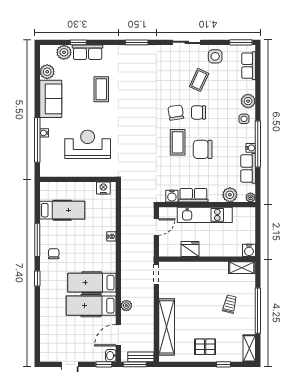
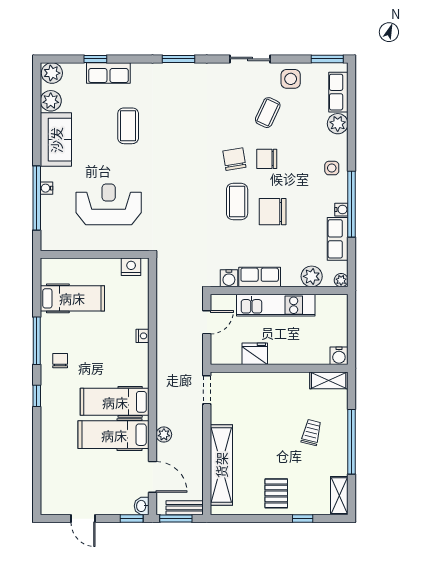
plant: (64, 52) -> (52, 73), moved
plant: (248, 101) -> (338, 124), moved
door: (118, 335) -> (153, 477), swing flipped
pallet: (205, 347) -> (276, 493), turned 90

